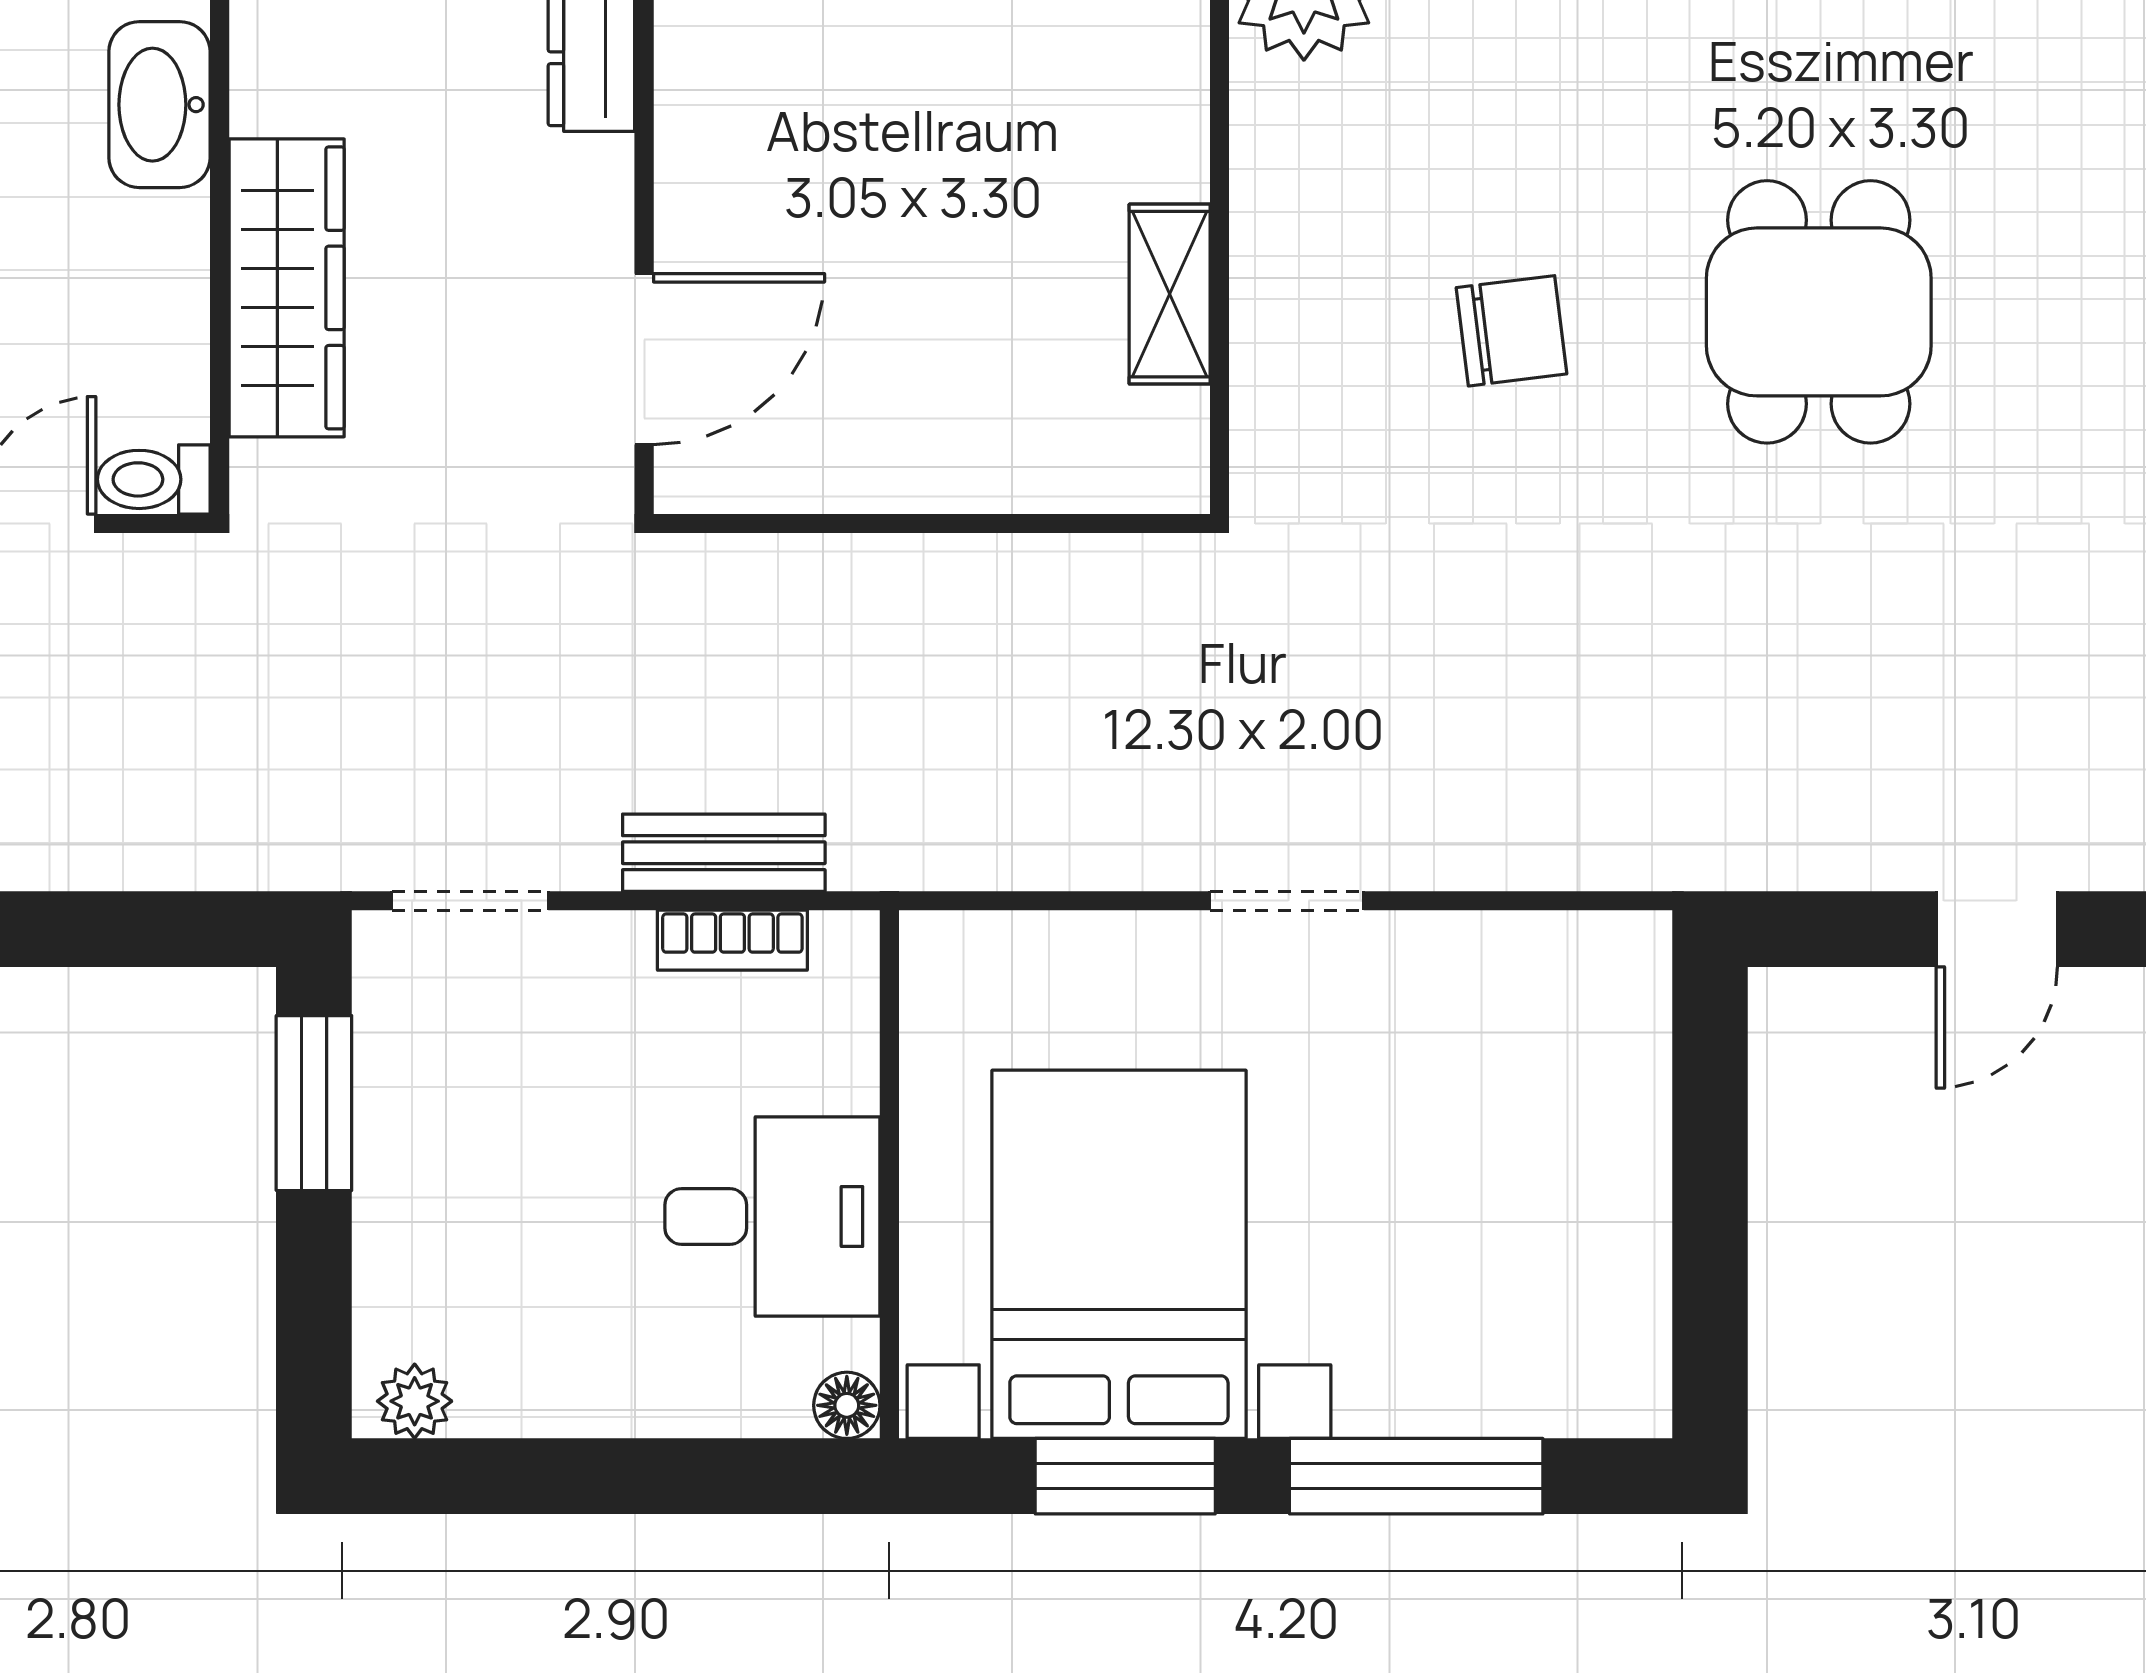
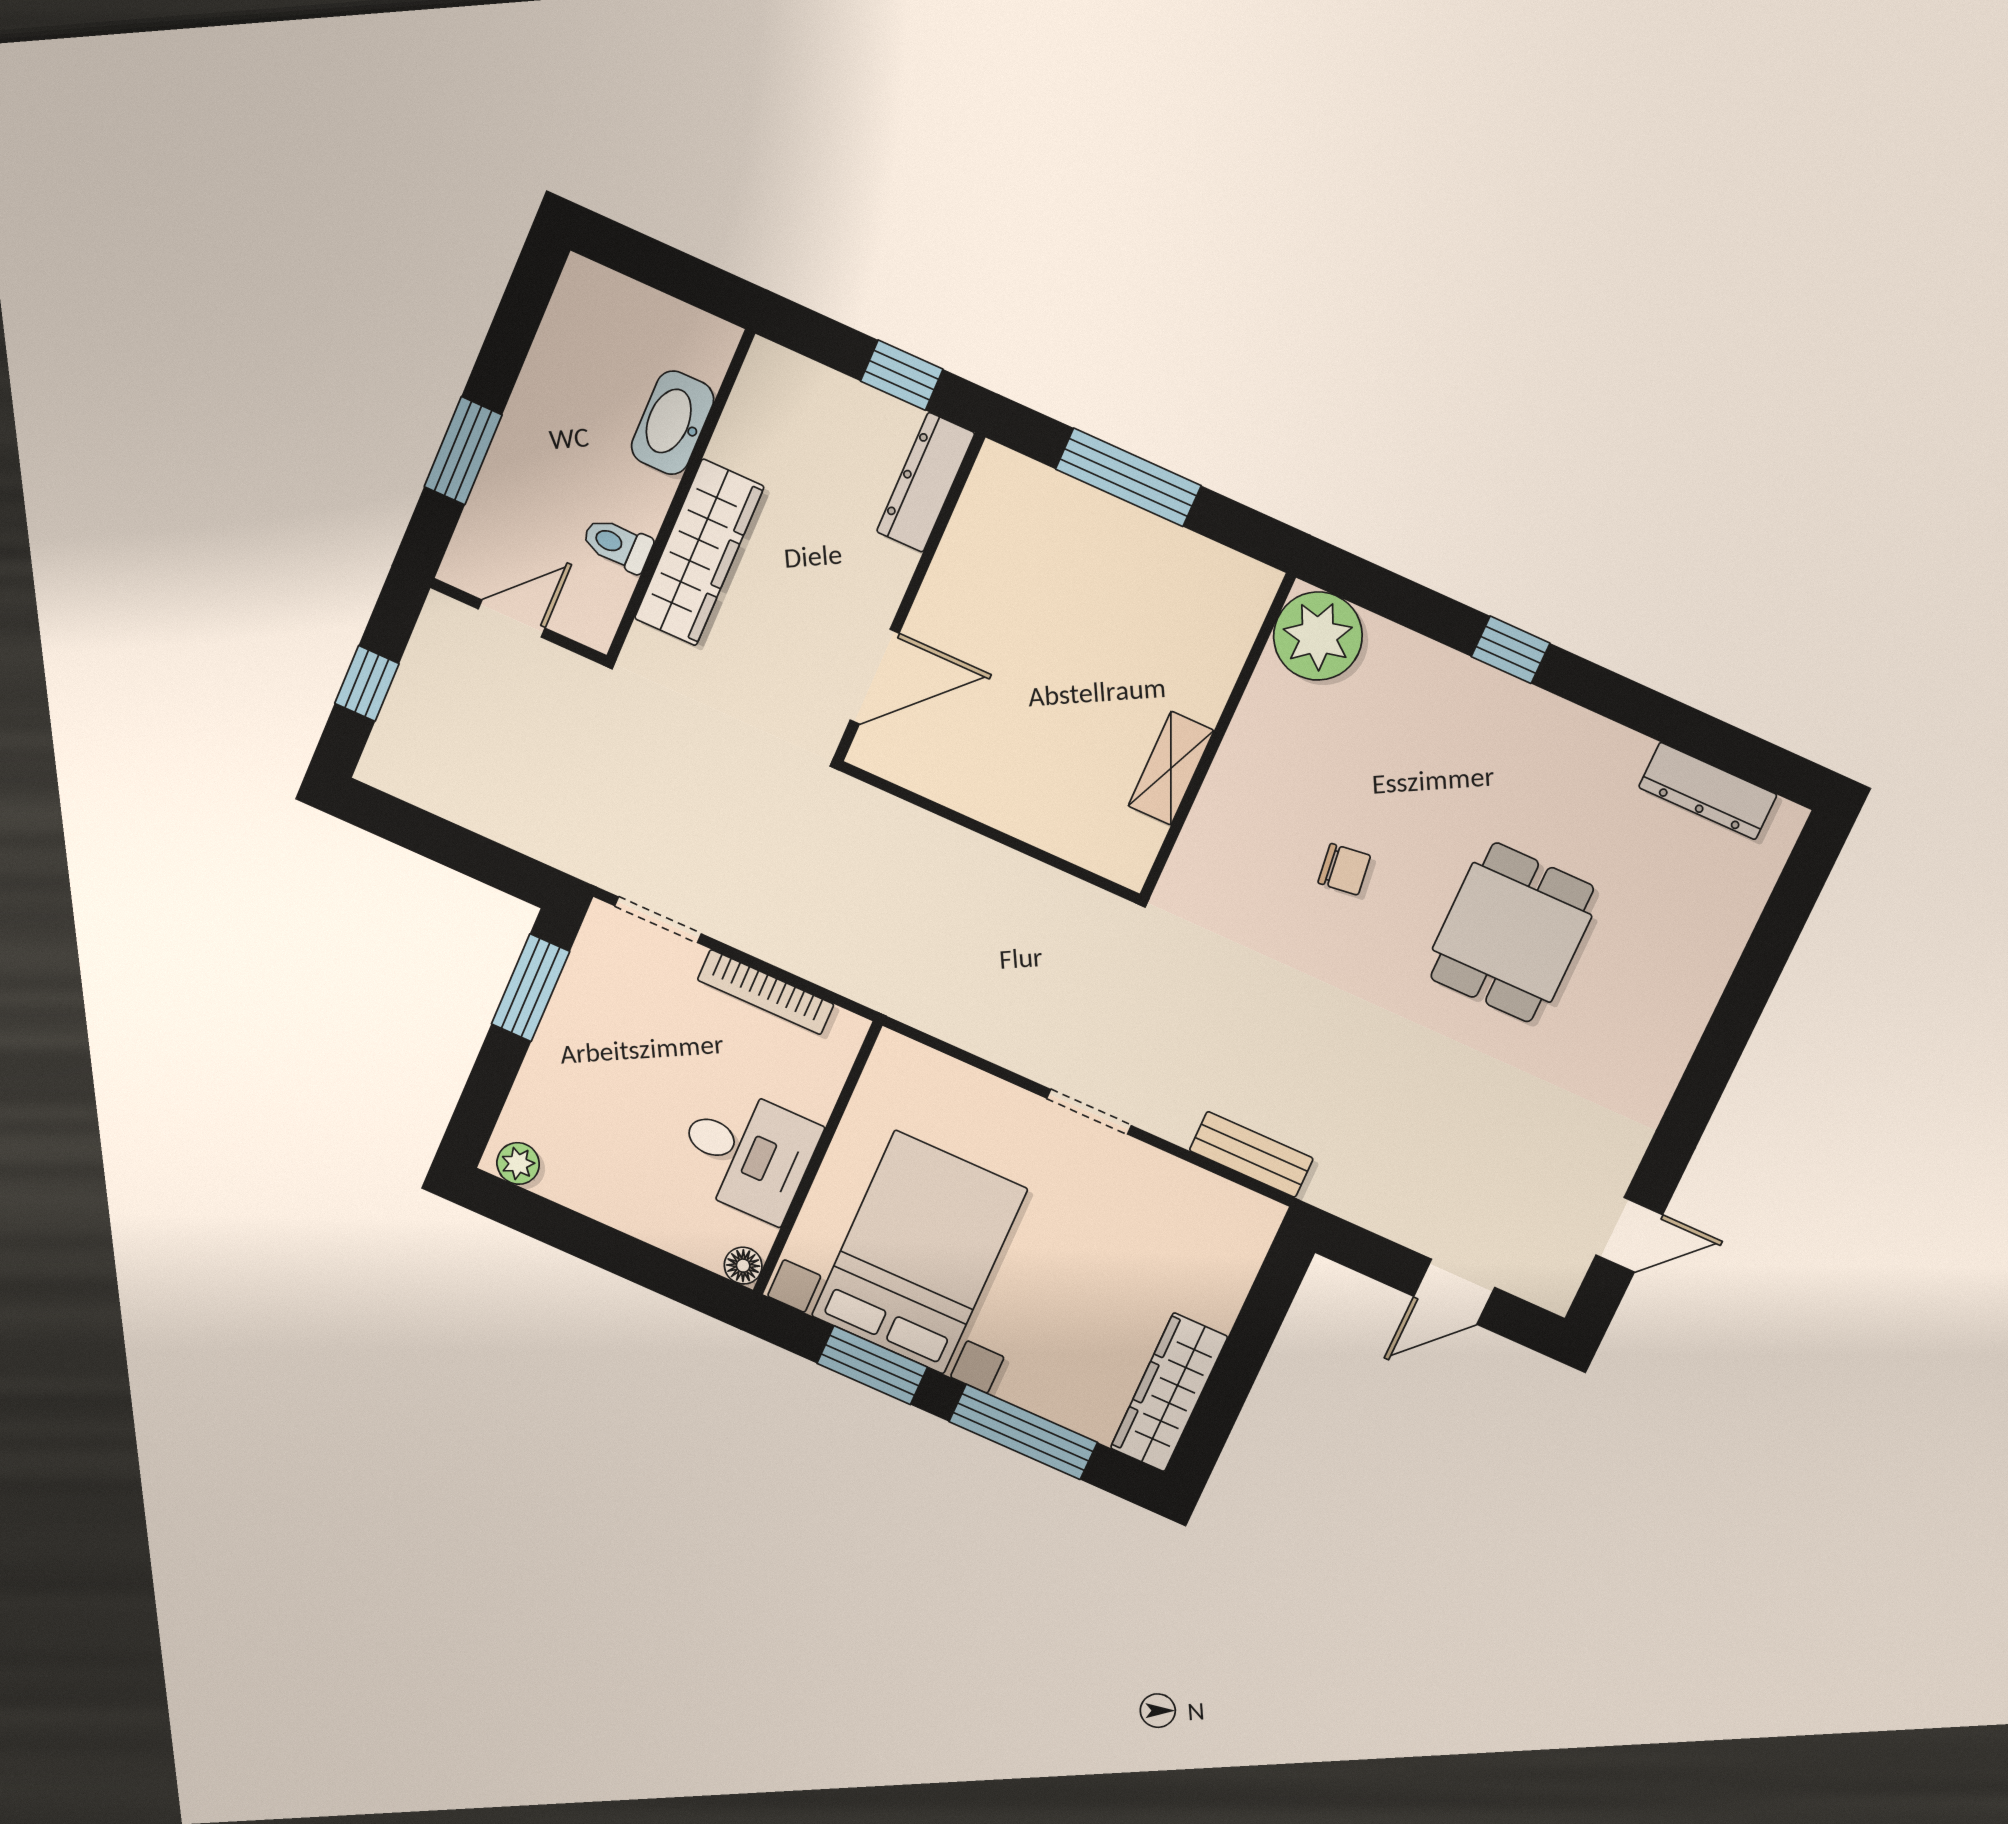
chair: (1511, 331) -> (1344, 869), width x0.73, depth x0.73
toilet: (154, 479) -> (617, 544), moved
bench: (724, 853) -> (1251, 1154), moved
bookcase: (732, 940) -> (766, 992), width x1.56
wardrobe: (1620, 1303) -> (1169, 1392), added

